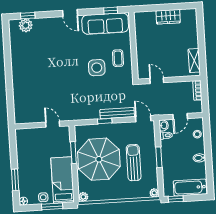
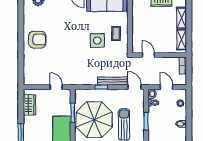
shelving: (192, 35) -> (181, 18), added
armchair: (28, 71) -> (37, 40), added
door: (180, 116) -> (167, 87), swing flipped
wardrobe: (23, 147) -> (29, 105), added

